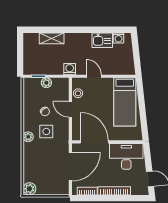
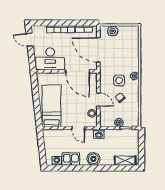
shelving: (52, 38) -> (125, 161), moved
boiler: (76, 40) -> (93, 159), added
door: (70, 167) -> (98, 50), hinge flipped
plant: (29, 189) -> (113, 31), moved

